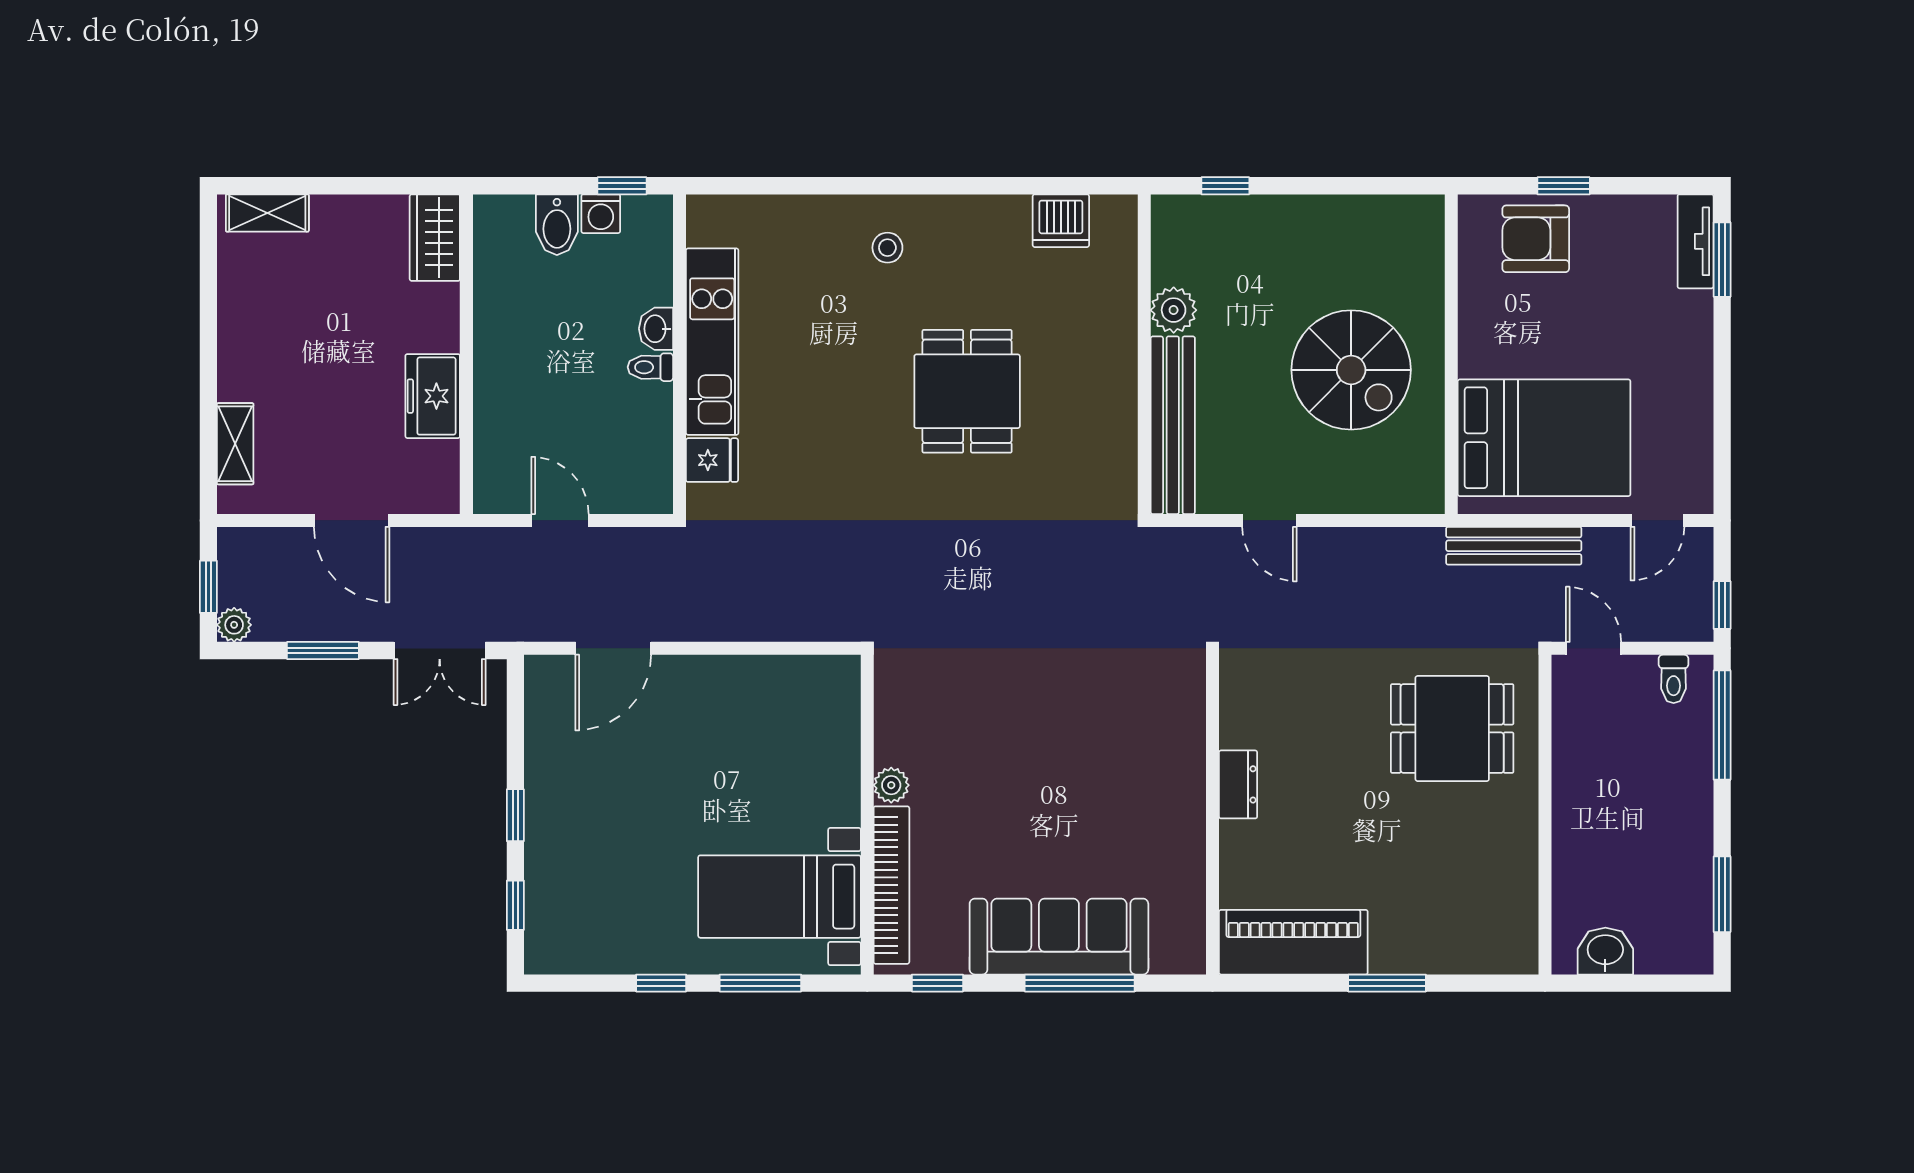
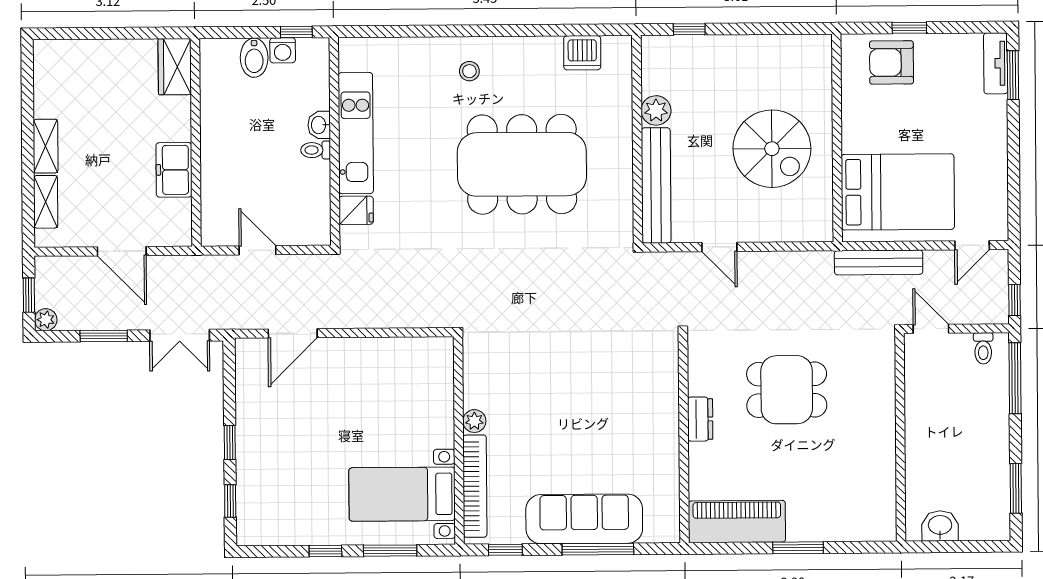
shelving: (267, 213) -> (46, 146), moved, turned 90
dining table: (967, 391) -> (522, 164), width x1.88, depth x1.24
dining table: (1452, 729) -> (787, 390), moved

